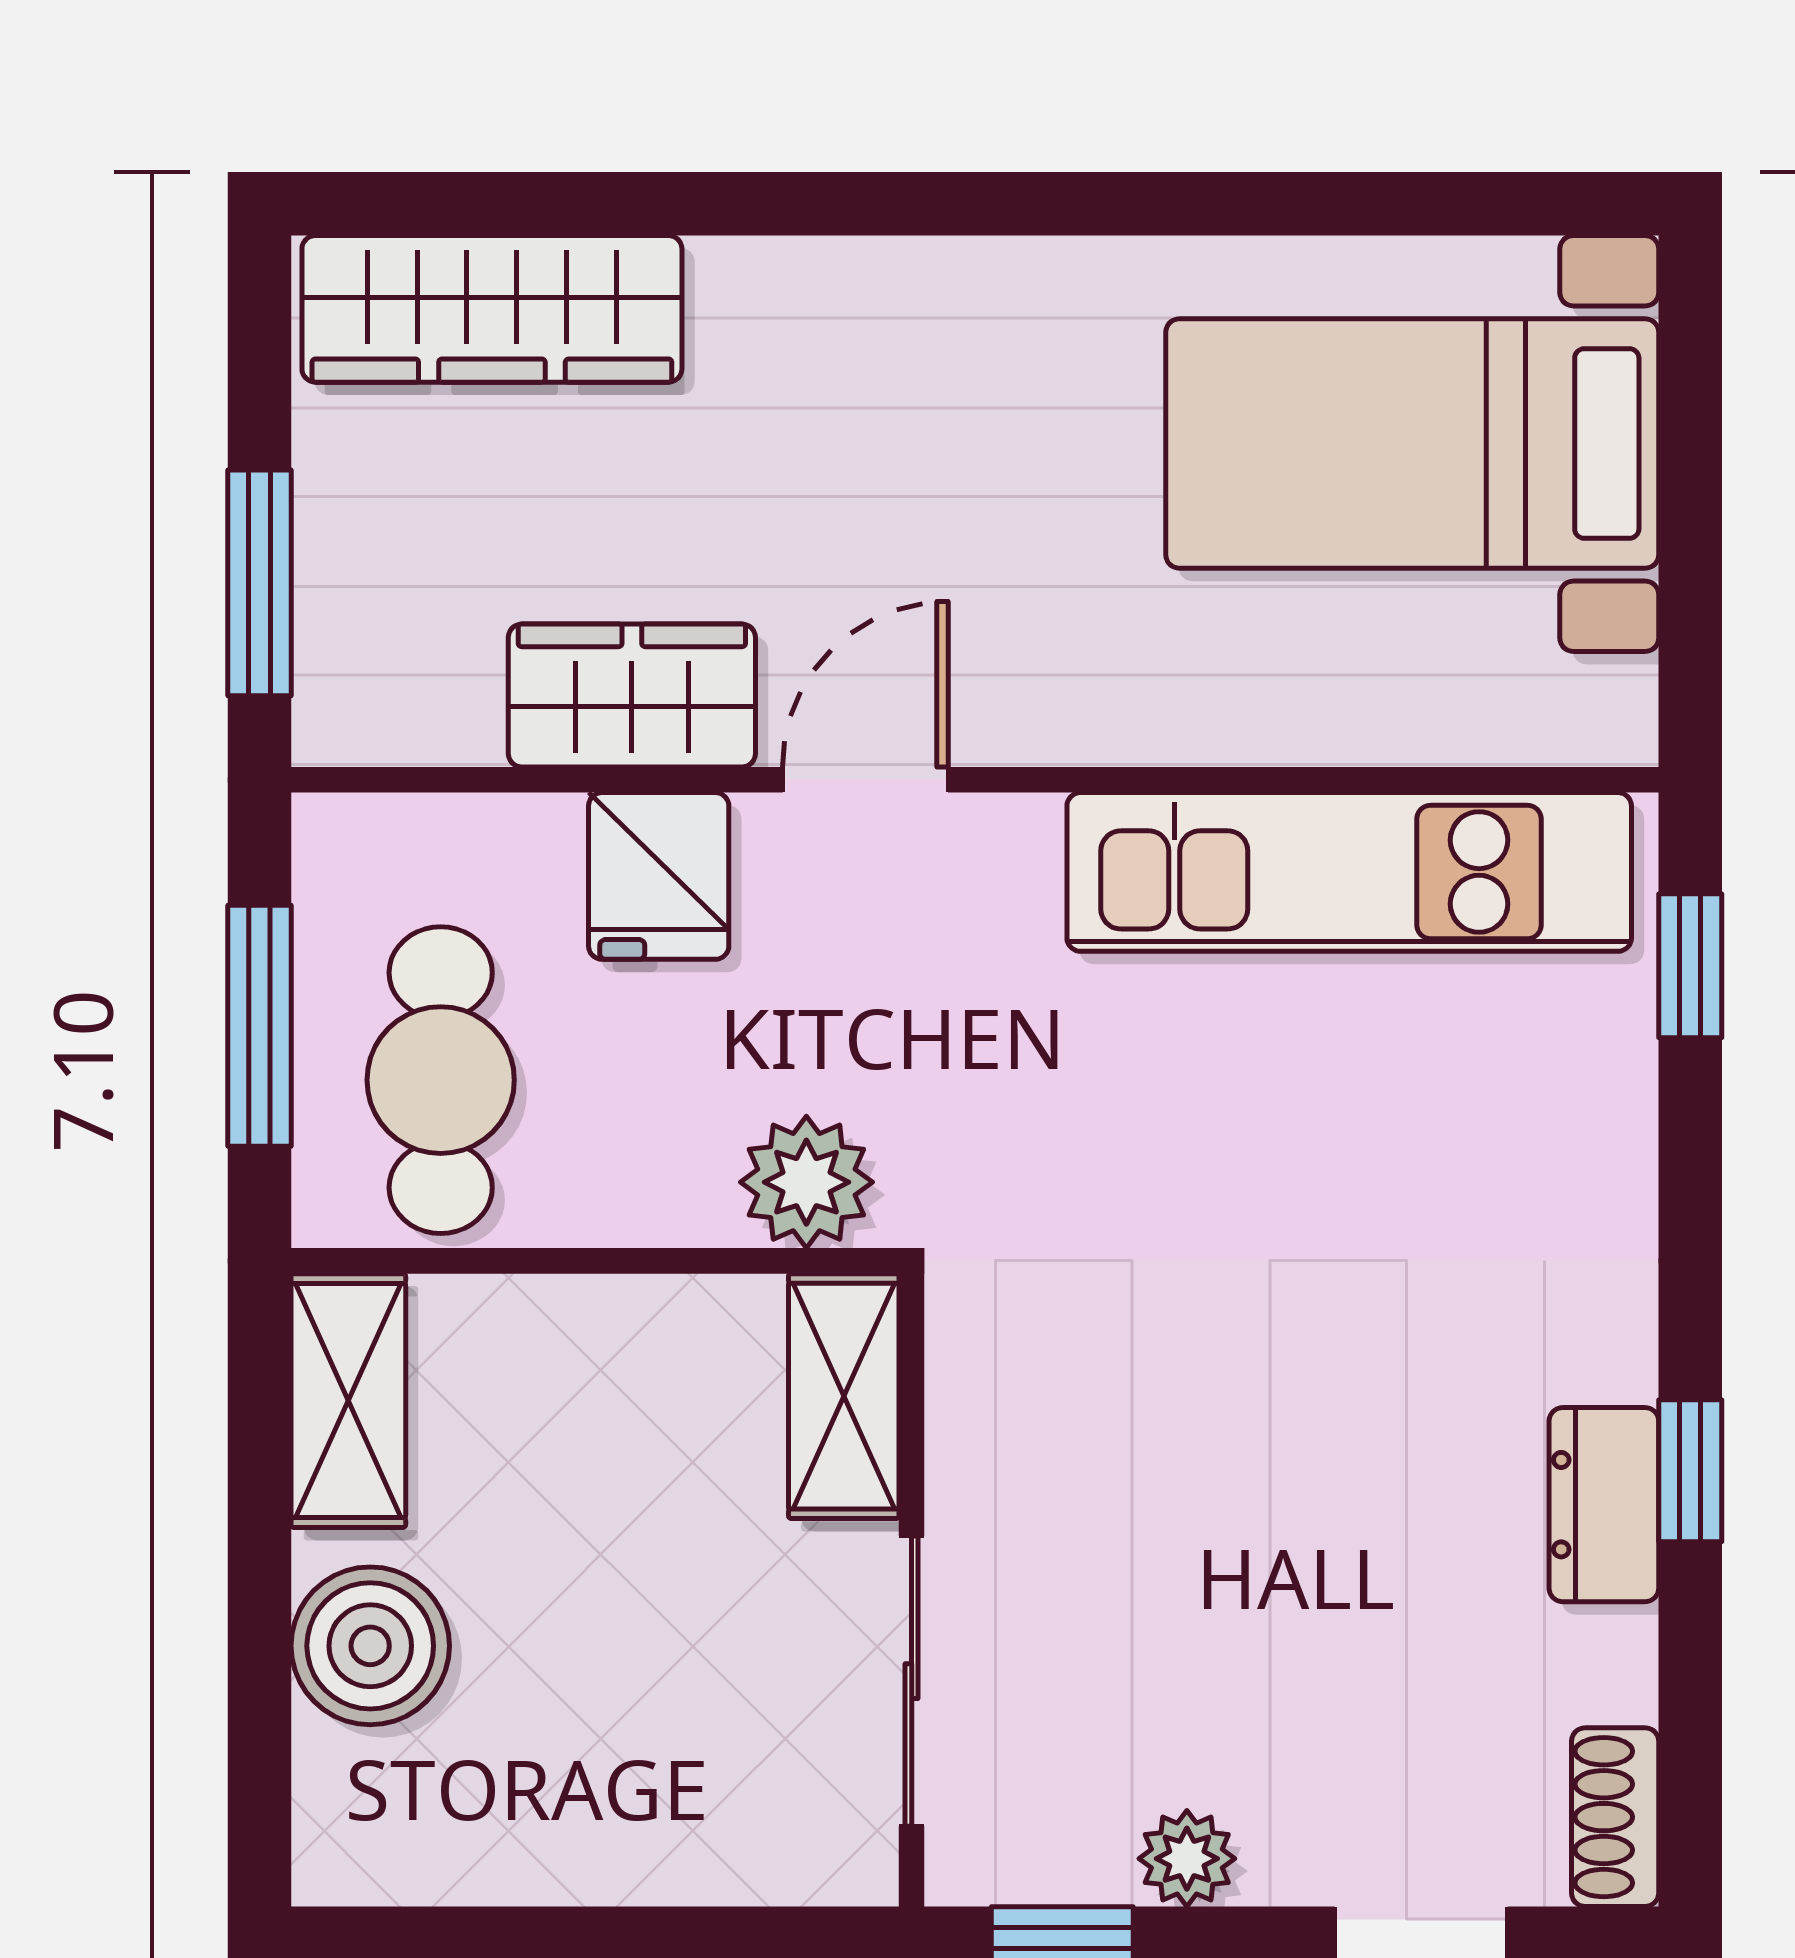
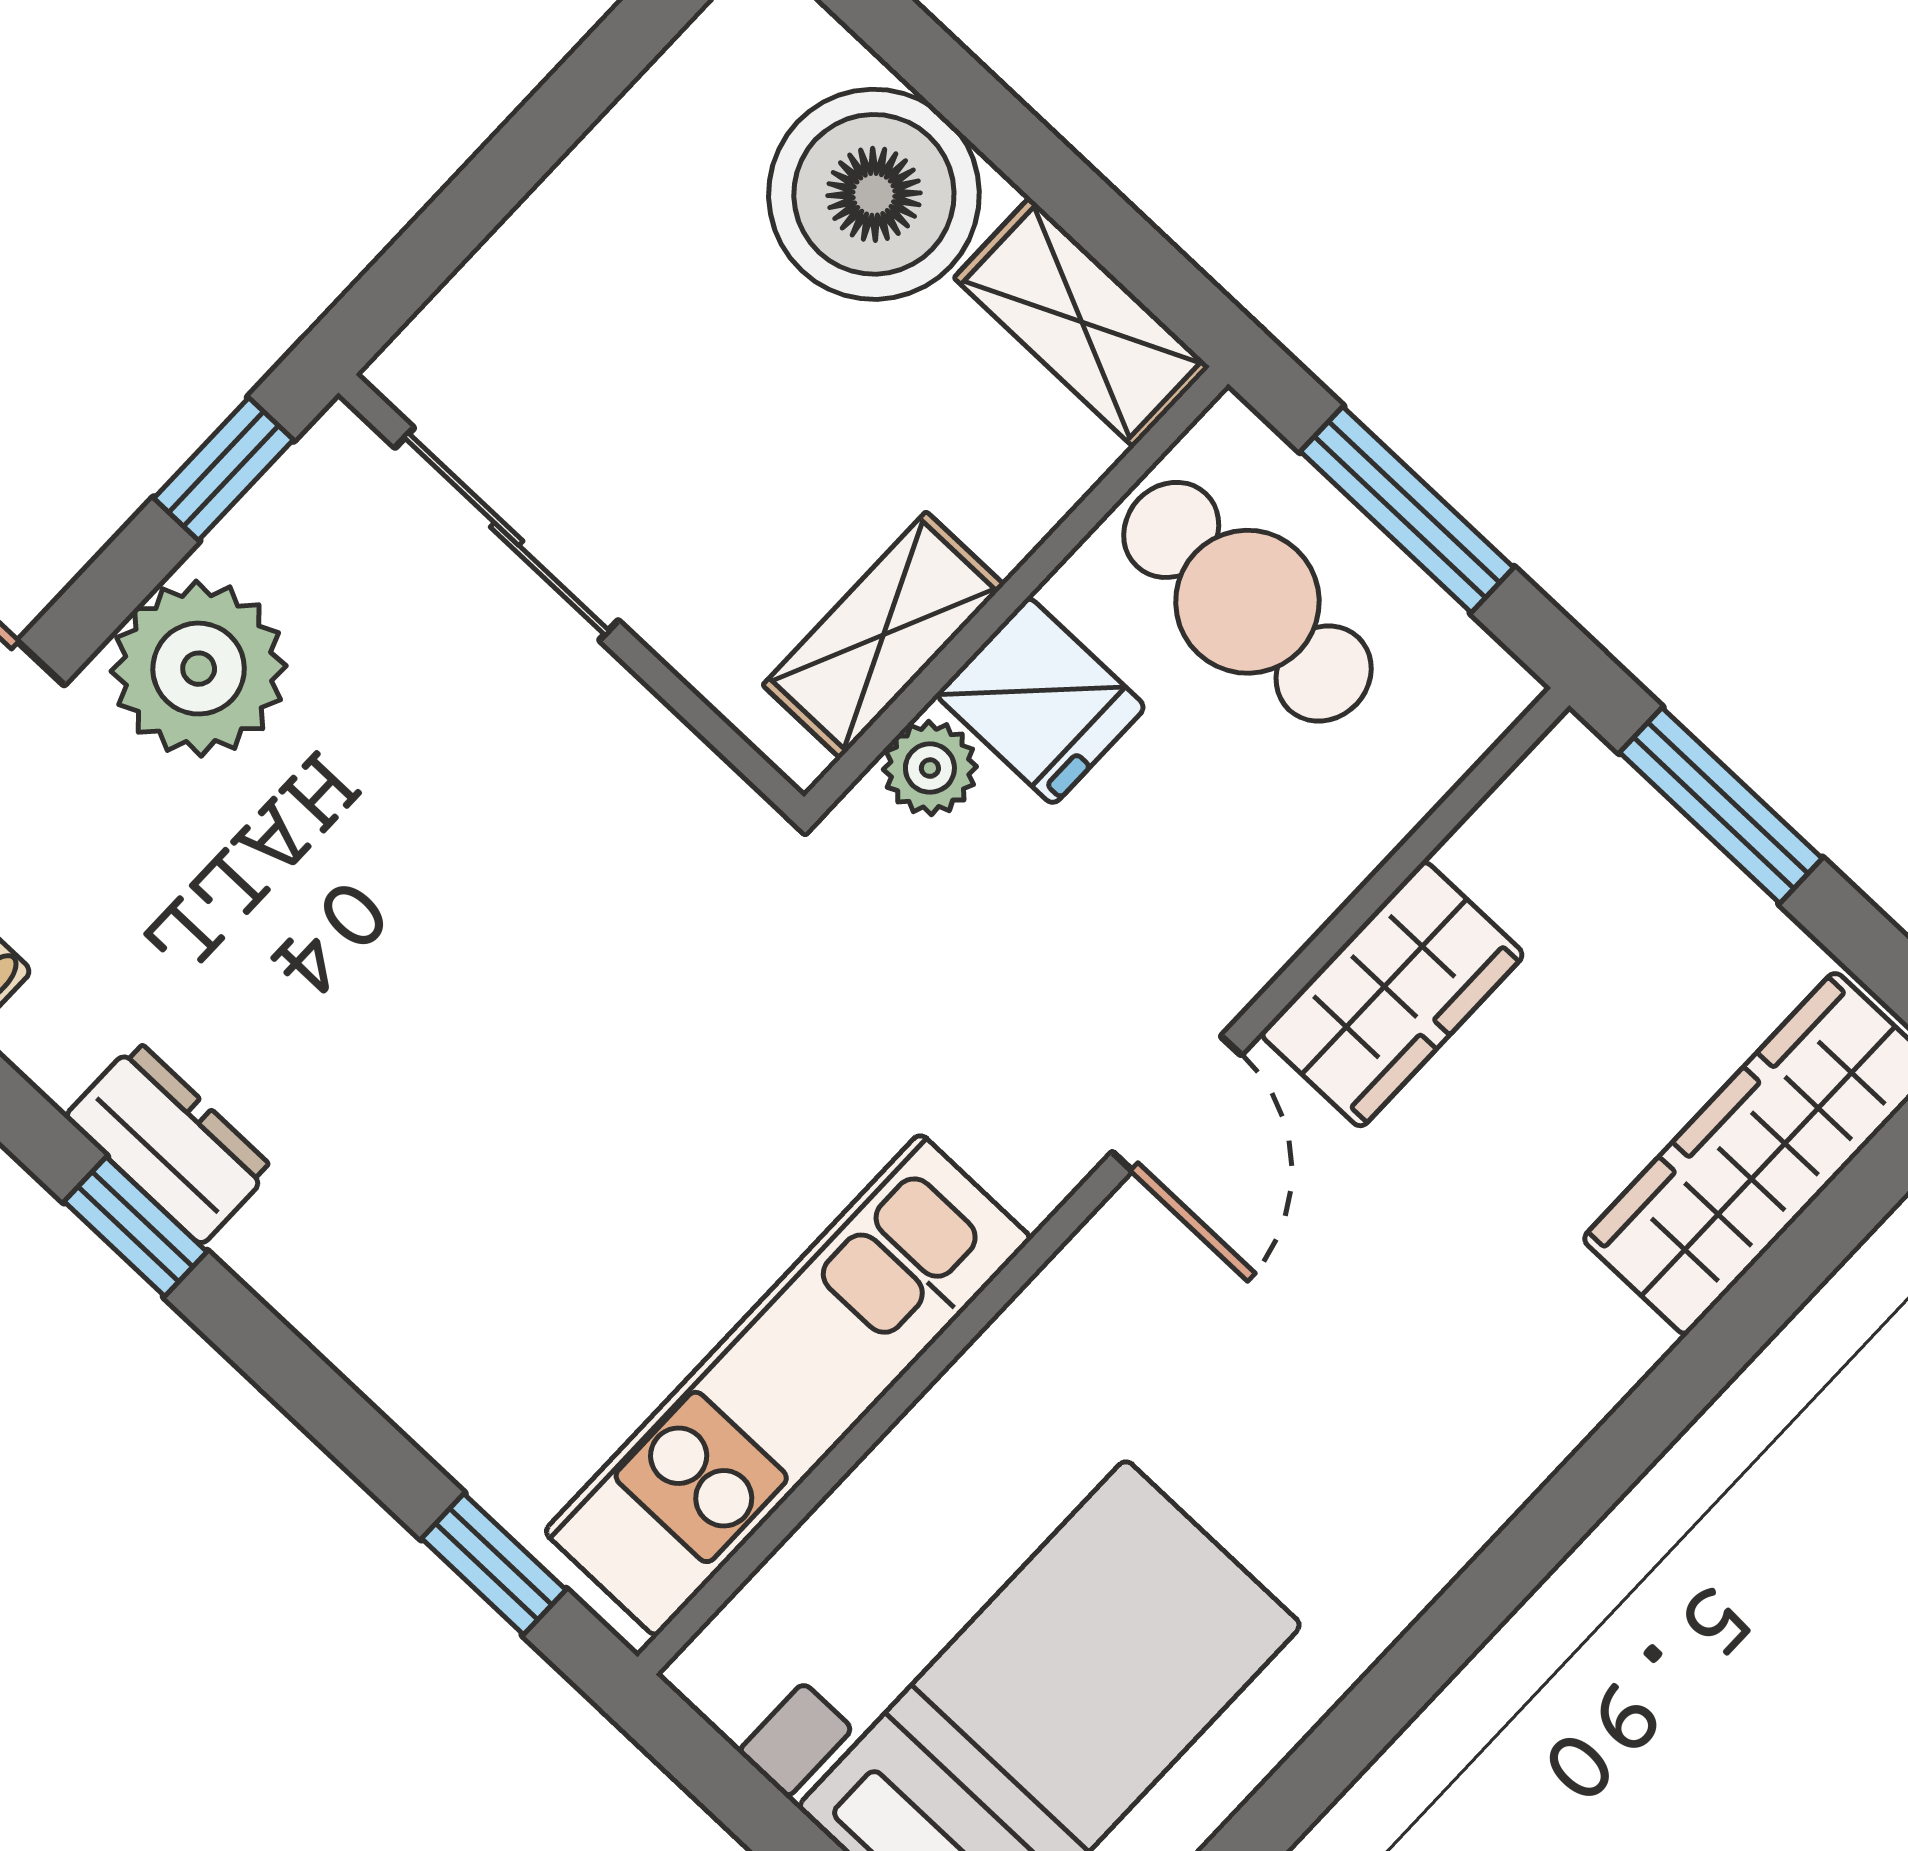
fridge: (659, 876) -> (1041, 701), moved, turned 180
plant: (806, 1182) -> (930, 768), width x0.73, depth x0.73
shelving: (844, 1396) -> (883, 635), moved, turned 90
boiler: (370, 1646) -> (874, 194), width x1.37, depth x1.37
plant: (1187, 1859) -> (199, 669), width x1.87, depth x1.87

